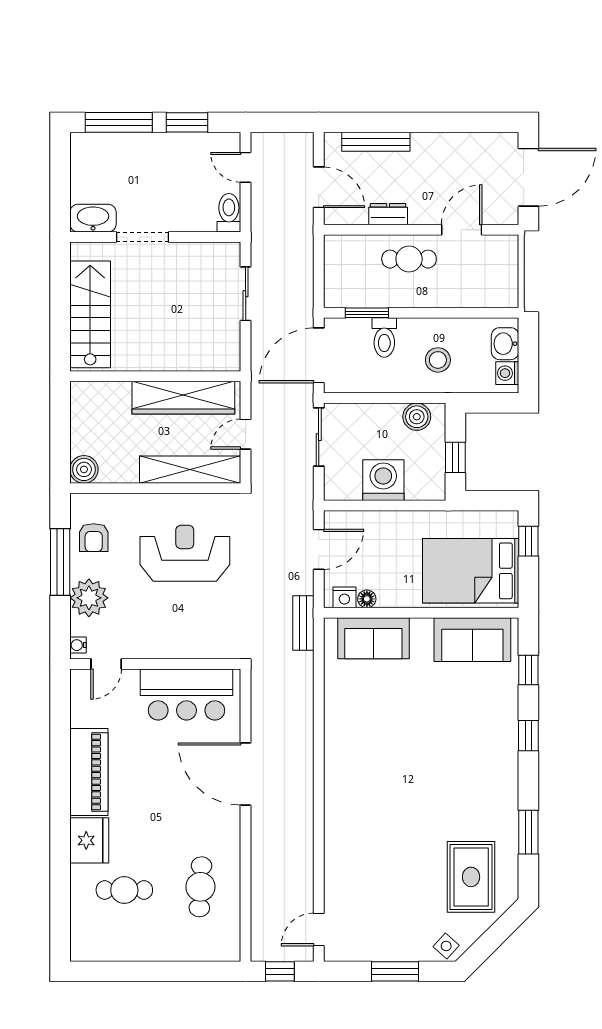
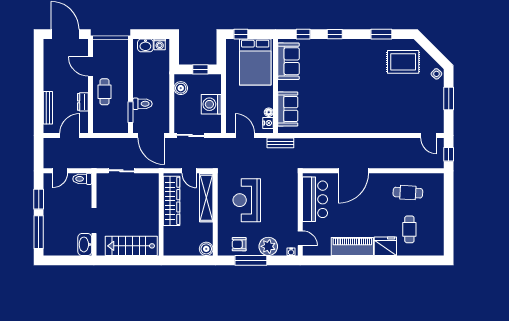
stool: (438, 360) -> (153, 78), removed
armchair: (94, 538) -> (239, 244), turned 180

